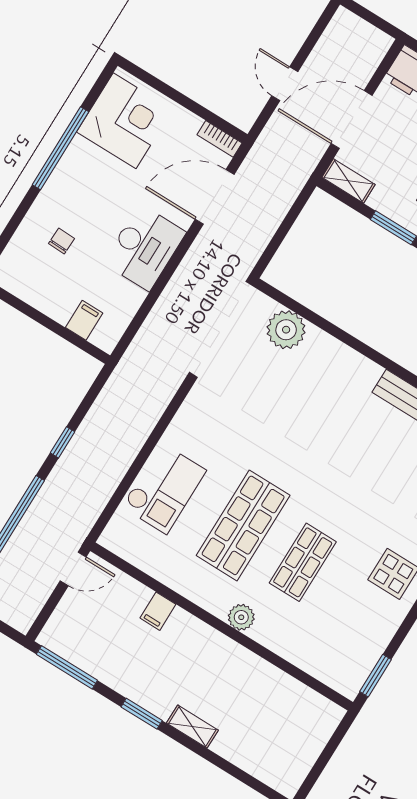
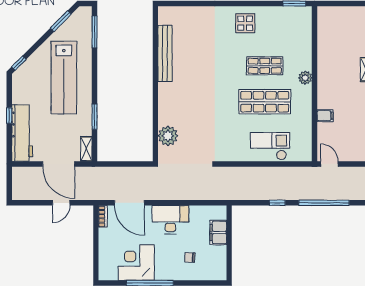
corner desk: (125, 121) -> (136, 263), moved
filing cabinet: (84, 320) -> (218, 232), width x2.00

